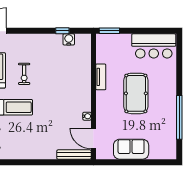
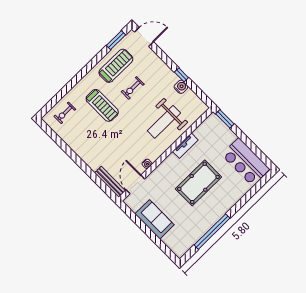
window: (62, 31) -> (181, 75), moved
water cooler: (69, 39) -> (181, 87), moved
weight bench: (69, 75) -> (164, 122), added

